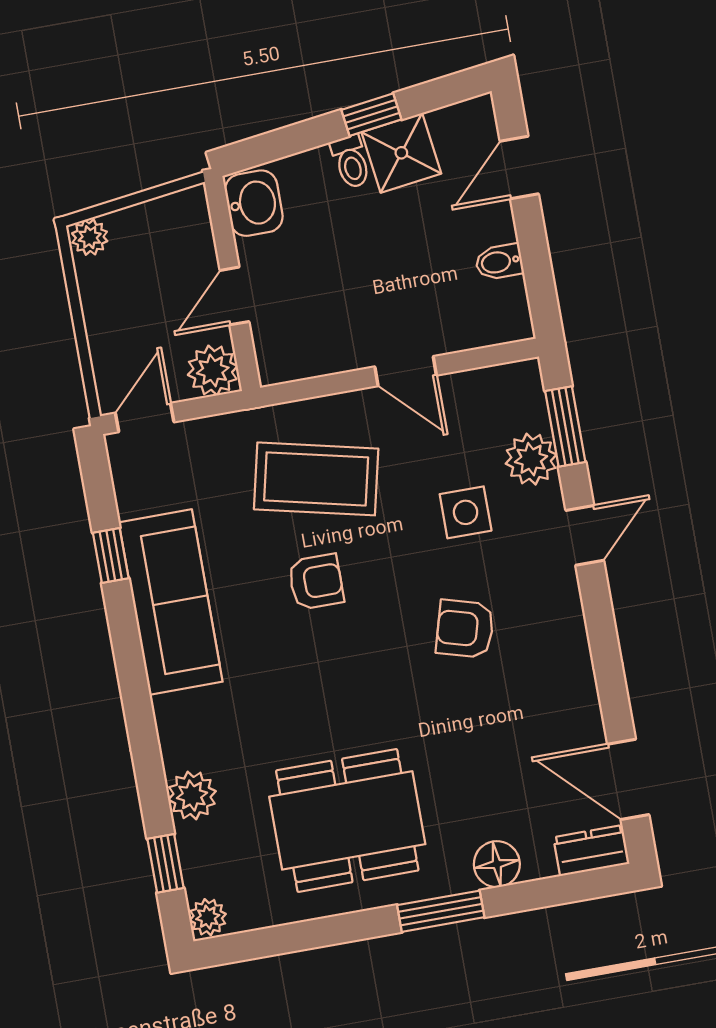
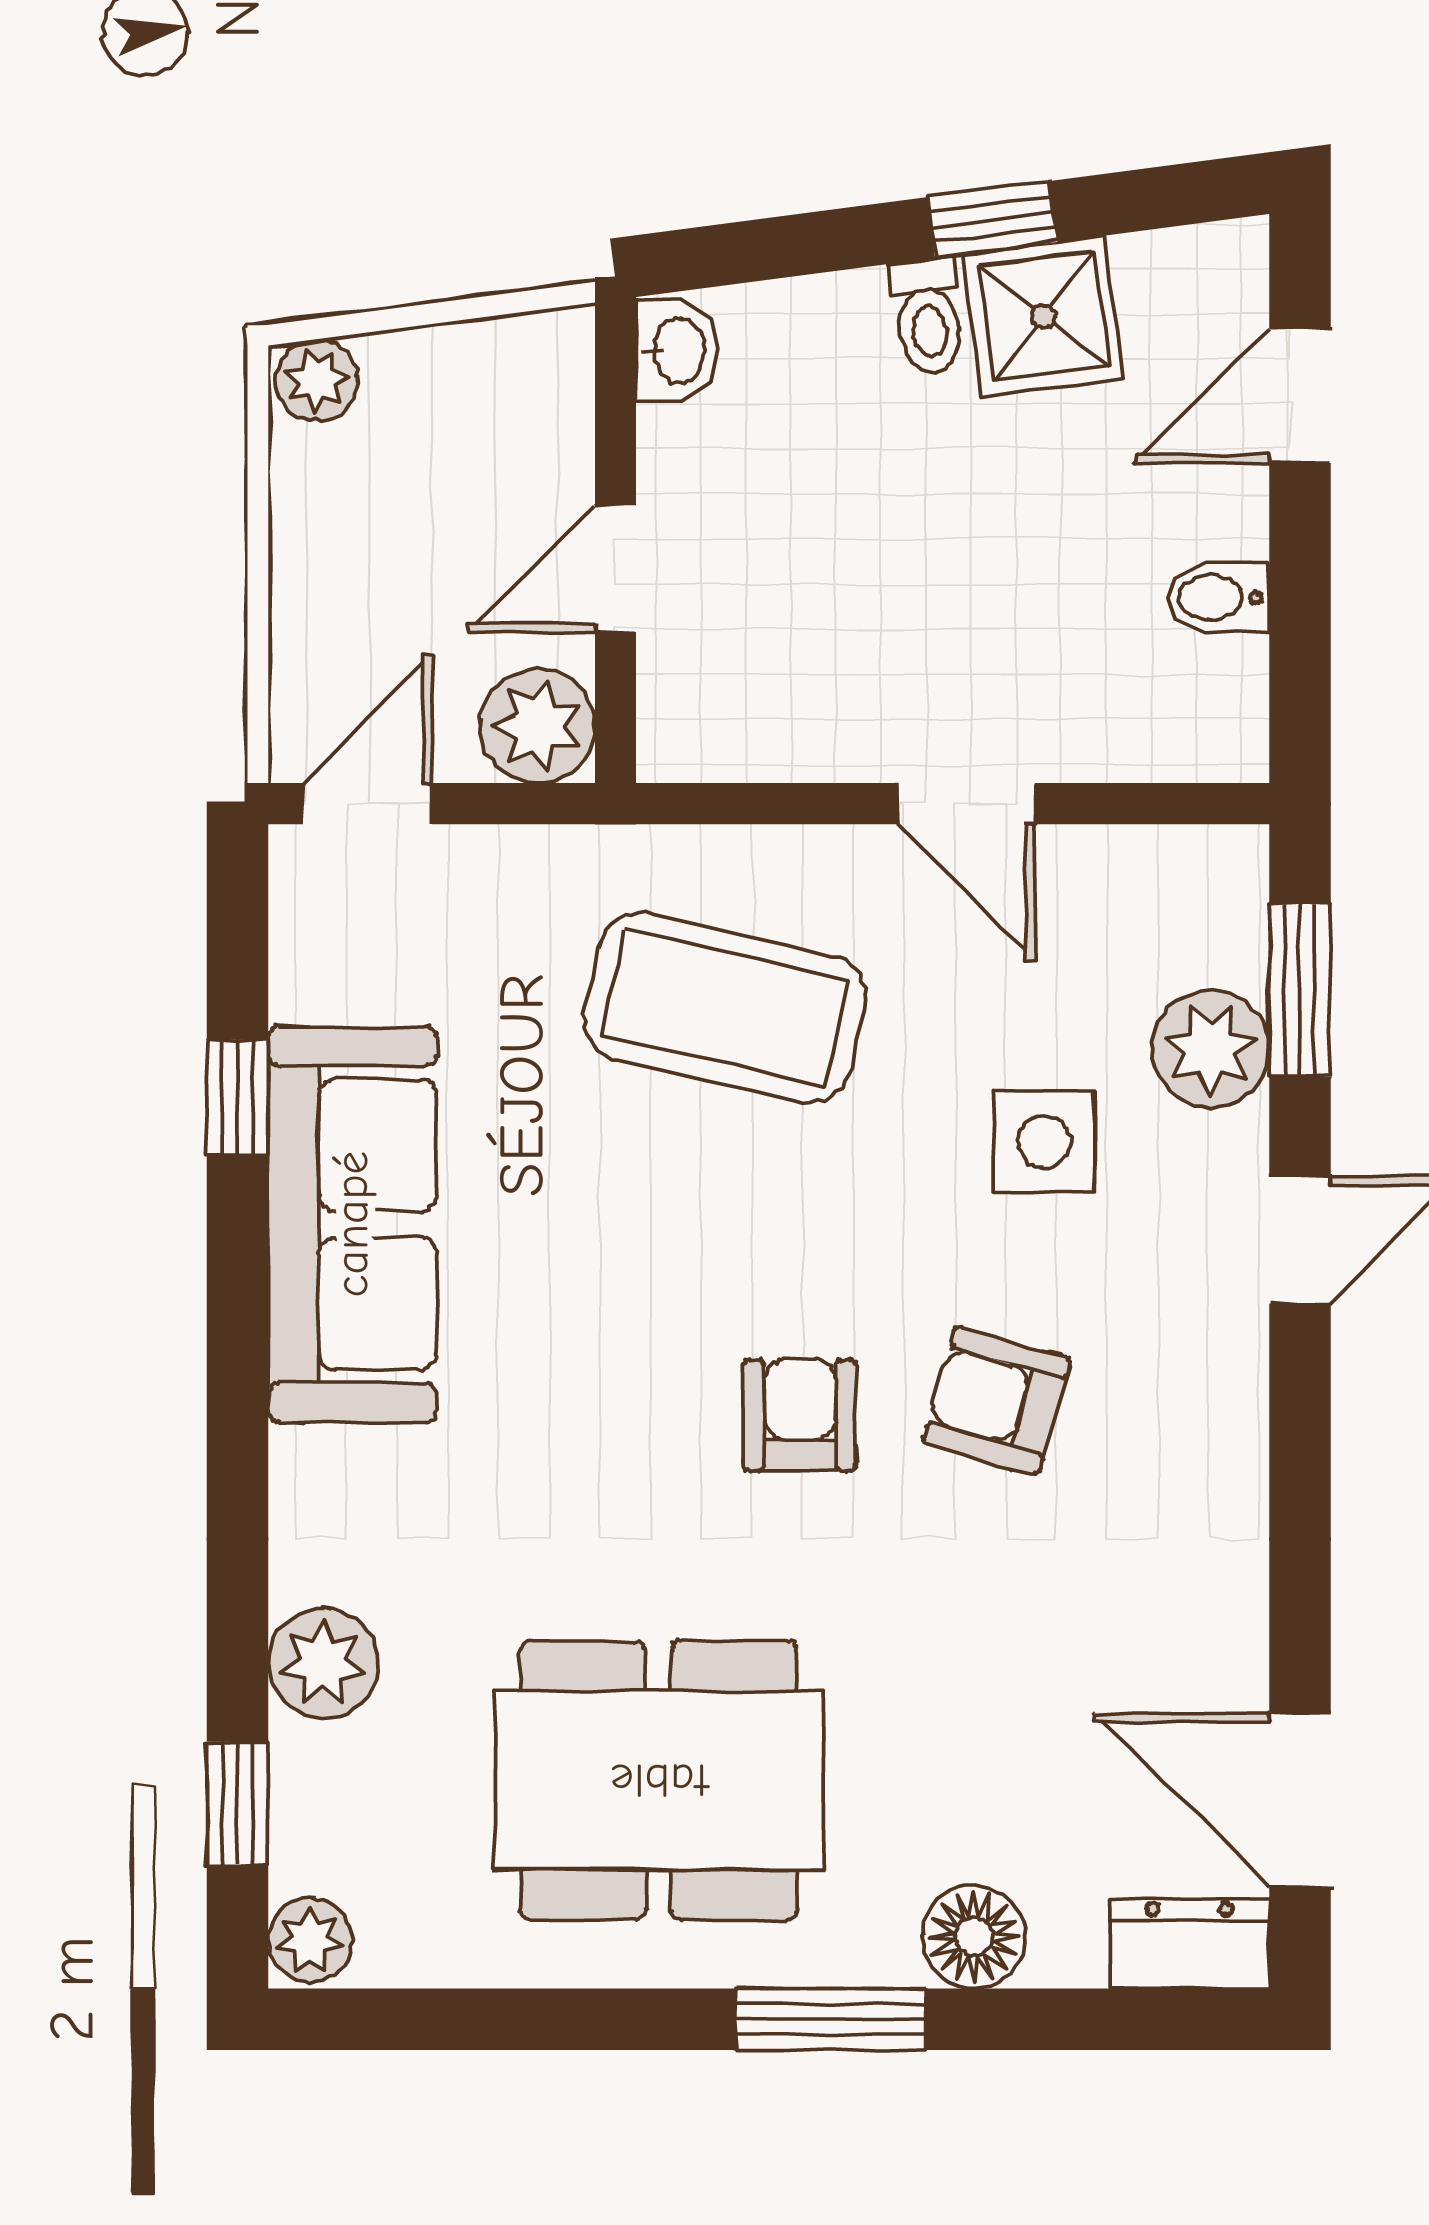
washbasin: (254, 203) -> (677, 350), width x0.72, depth x0.69
armchair: (316, 582) -> (800, 1415), moved, turned -90

